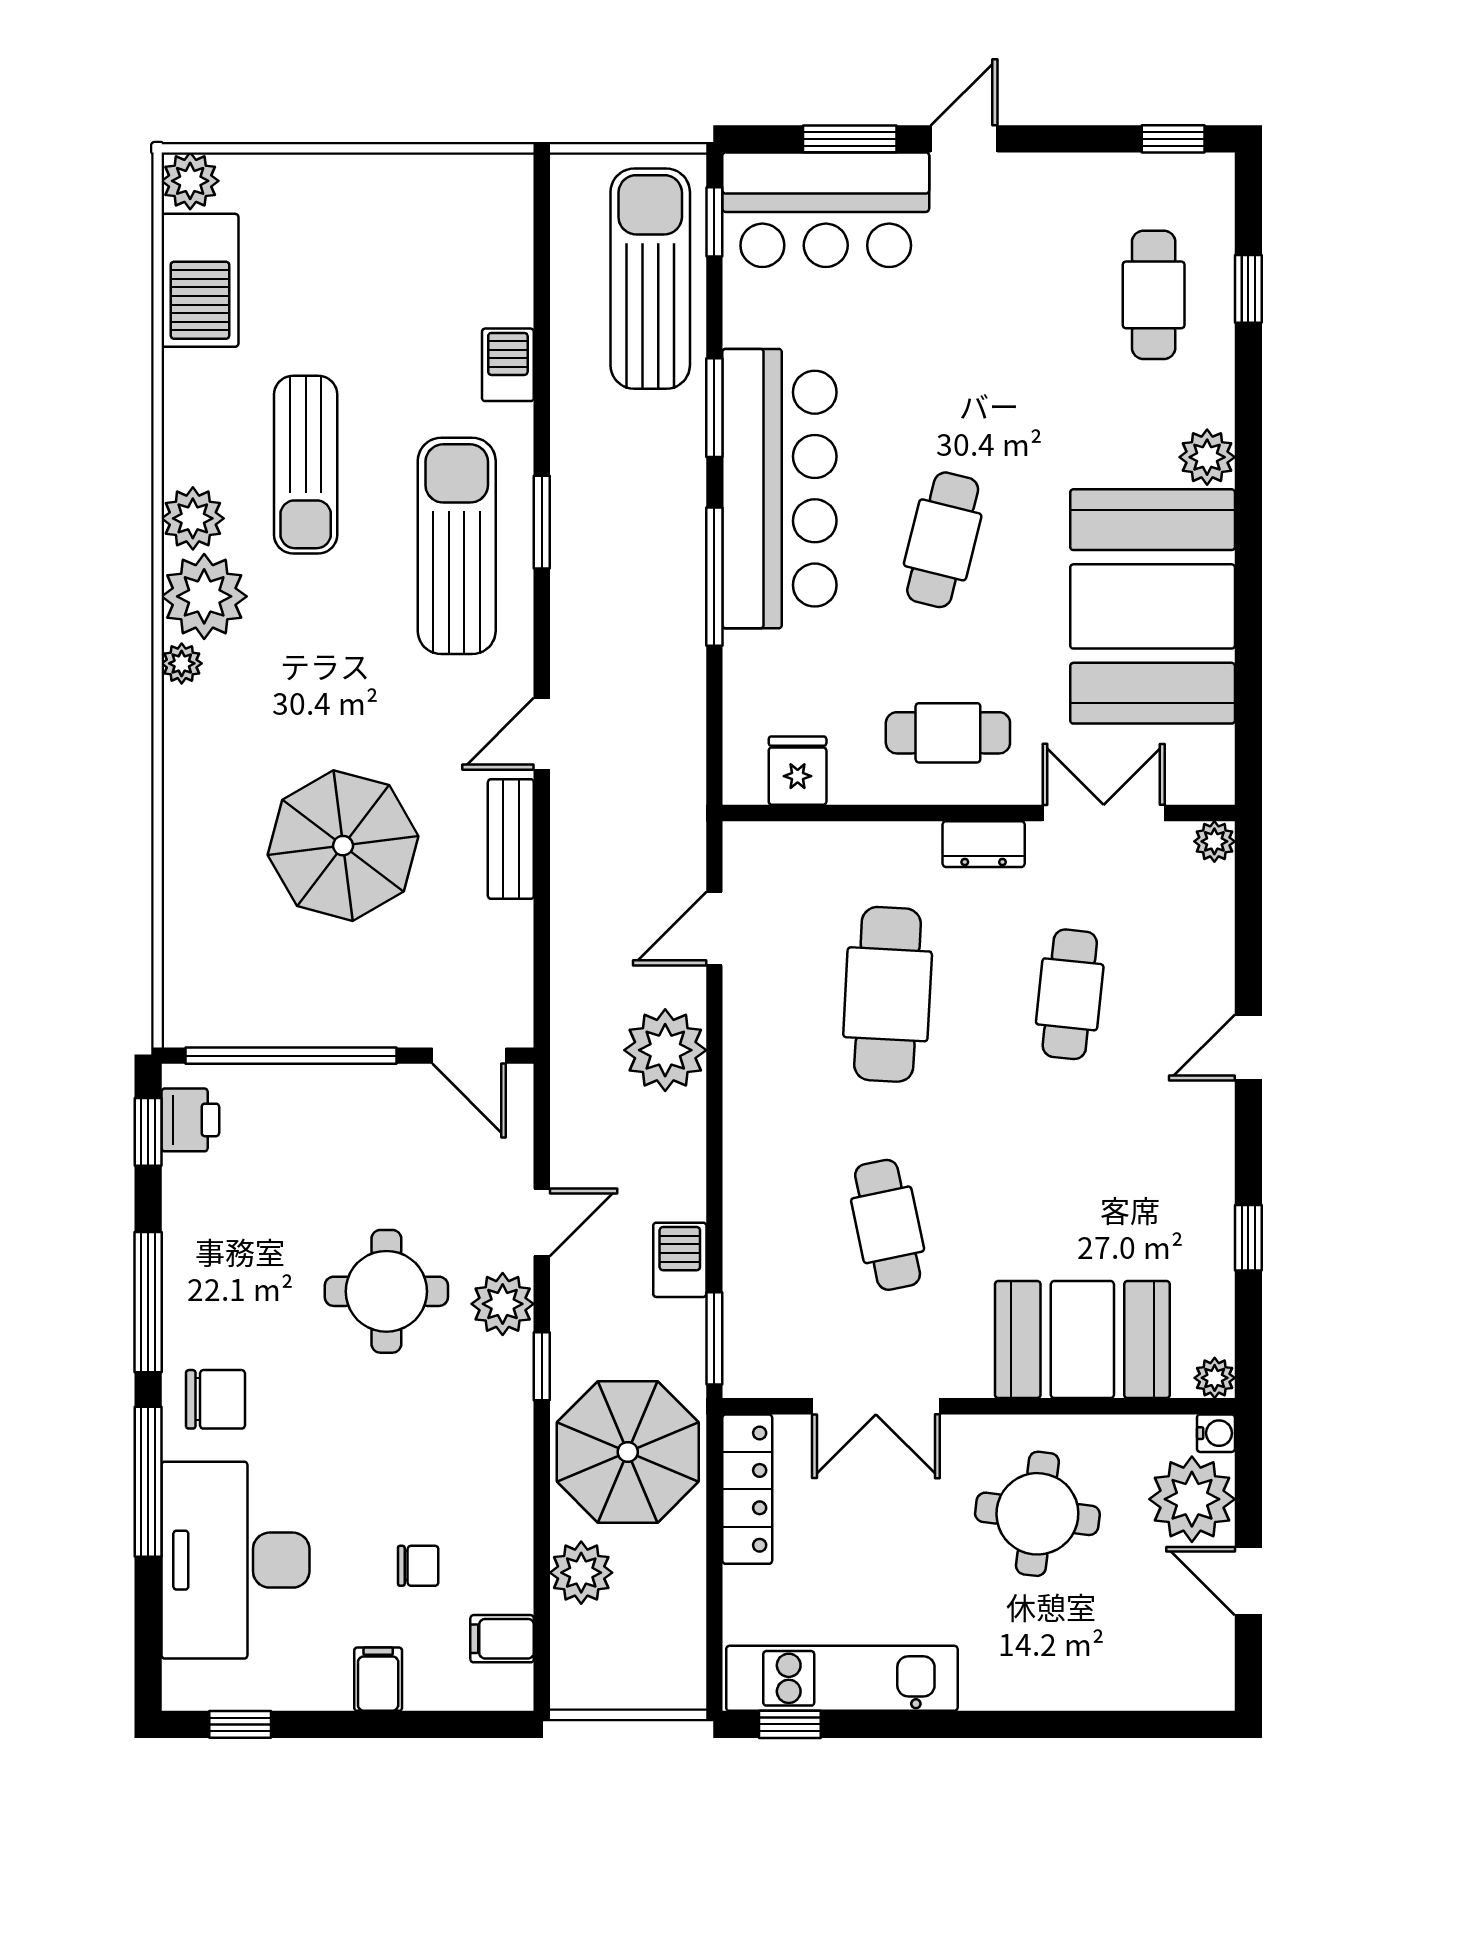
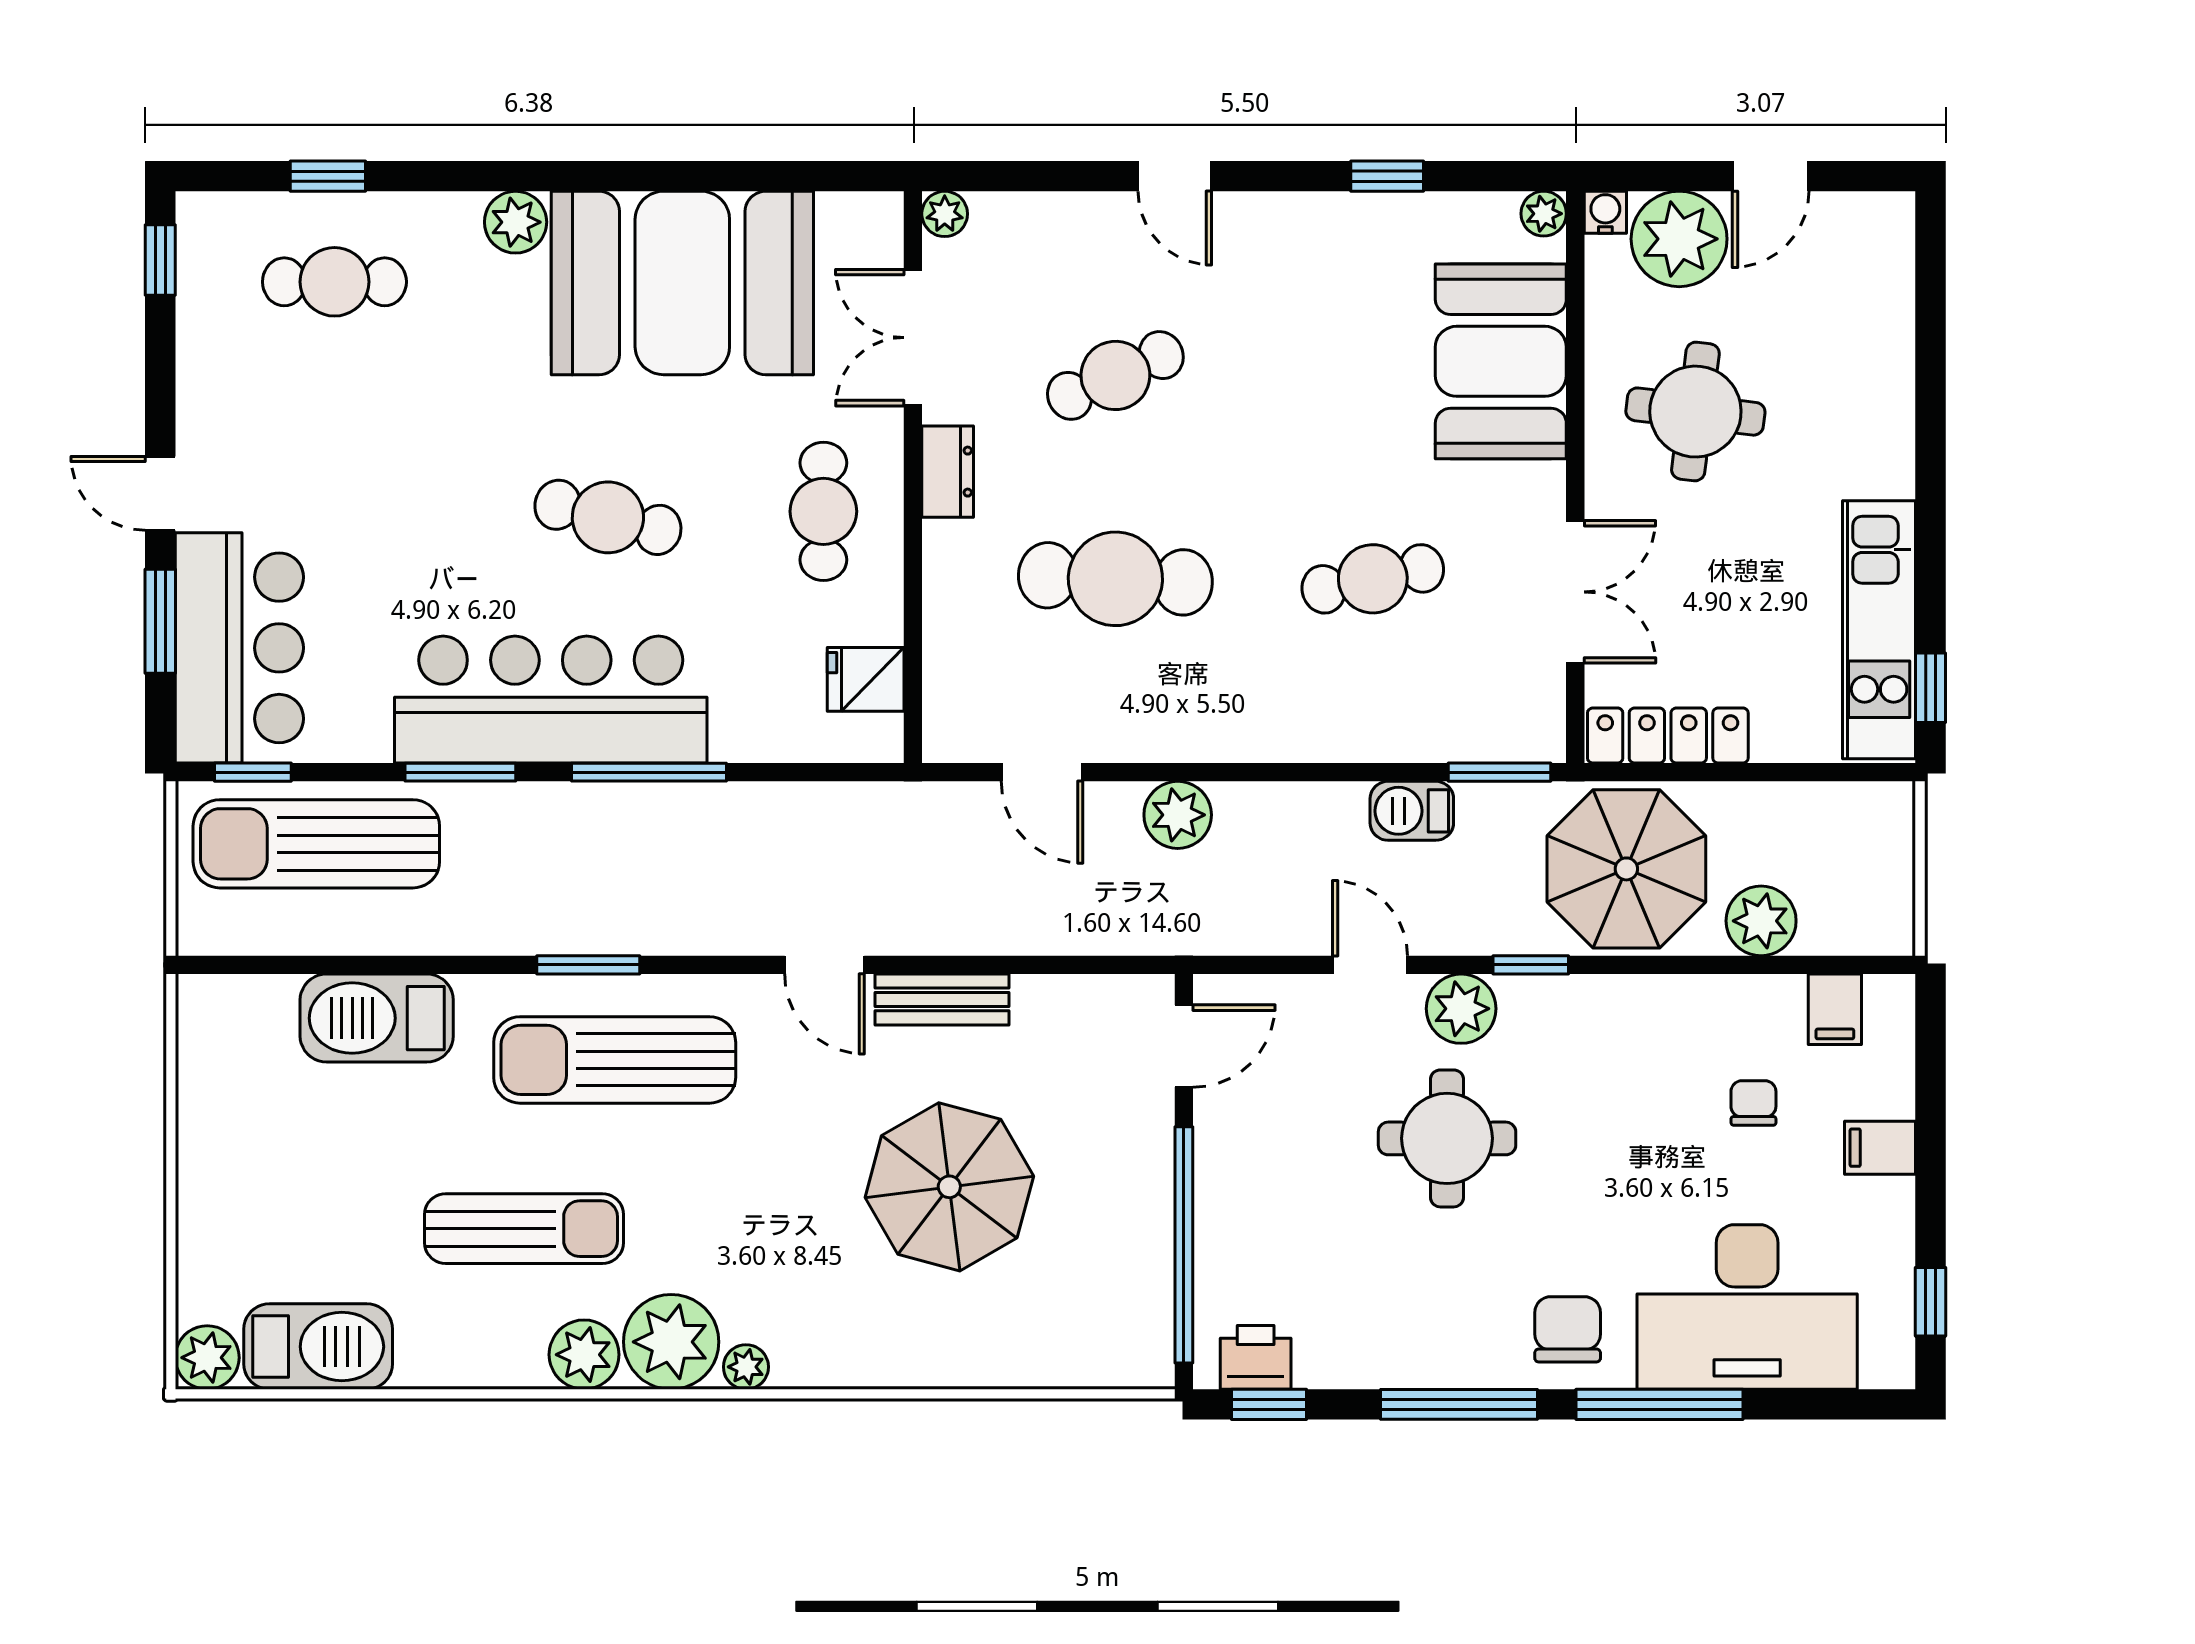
barbecue: (508, 365) -> (377, 1018), width x1.88, depth x1.53
cafe table: (1070, 994) -> (1115, 375), turned -30
plant: (665, 1050) -> (1178, 815), width x0.73, depth x0.73

